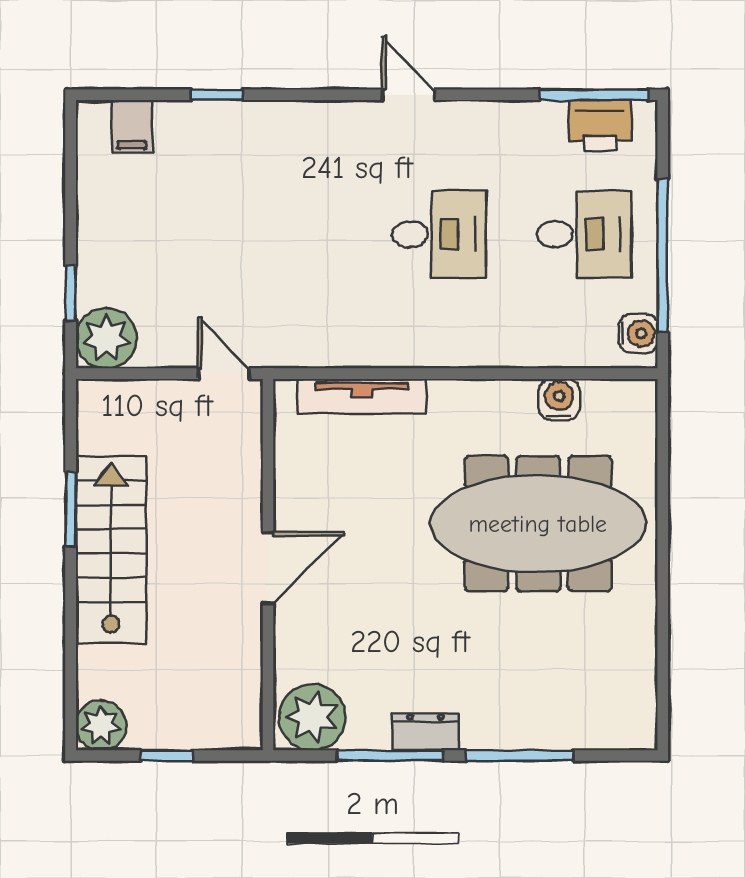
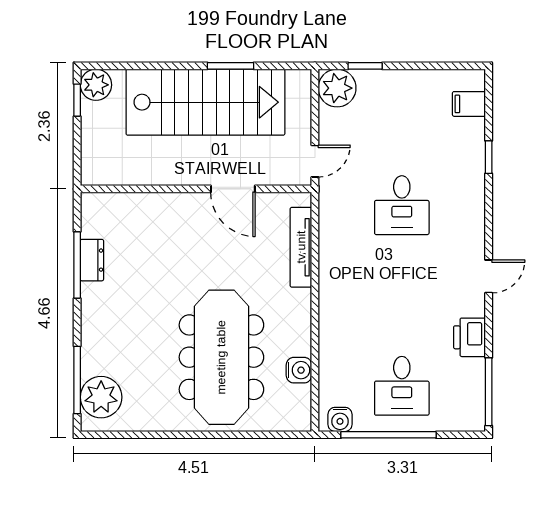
printer: (600, 125) -> (470, 337), moved
desk: (439, 234) -> (402, 205), moved
stairs: (111, 549) -> (205, 102), width x1.36, depth x1.51
door: (268, 568) -> (233, 189), moved
plant: (312, 717) -> (101, 397), moved
dresser: (425, 732) -> (92, 260), moved
window: (167, 755) -> (77, 100), moved
window: (519, 755) -> (77, 380), moved

